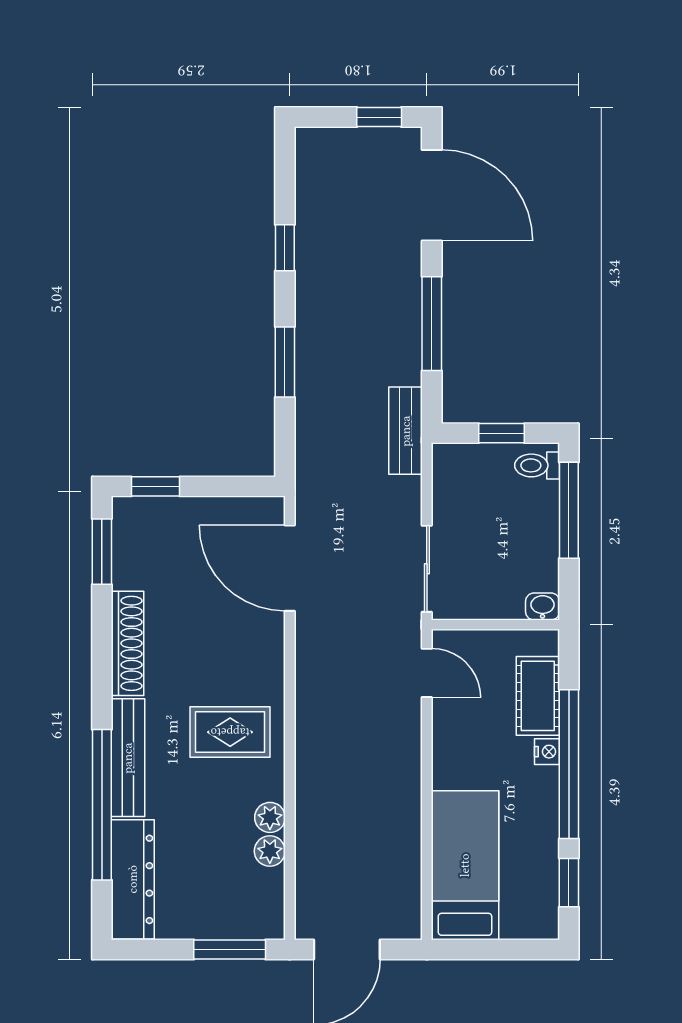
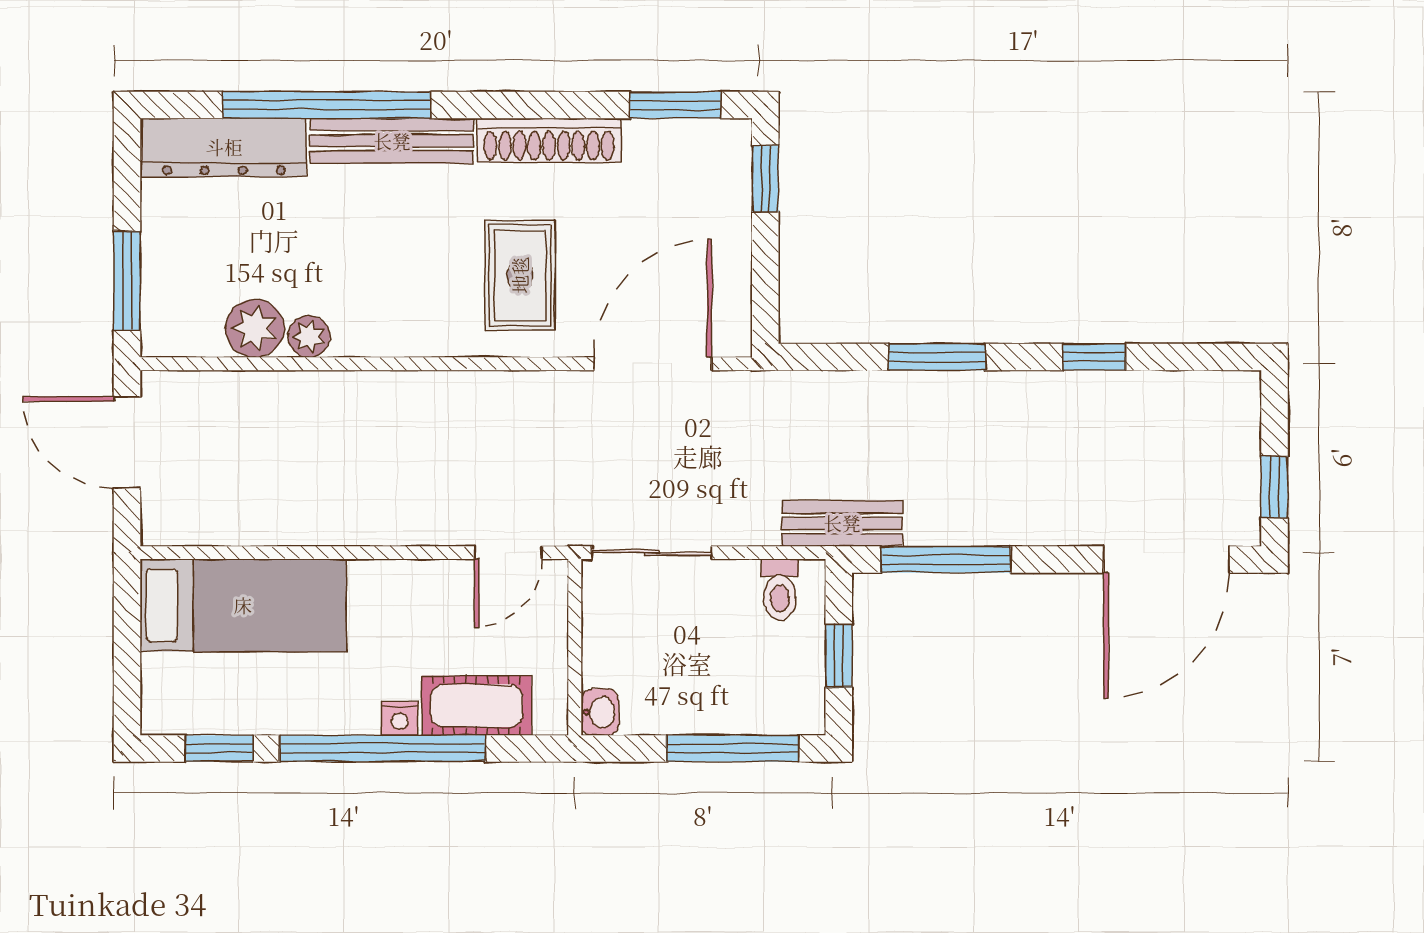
window: (432, 324) -> (946, 559), moved
toilet: (537, 465) -> (780, 590), moved, turned 180
rug: (230, 732) -> (520, 275), moved
plant: (270, 851) -> (255, 328), width x1.38, depth x1.38

